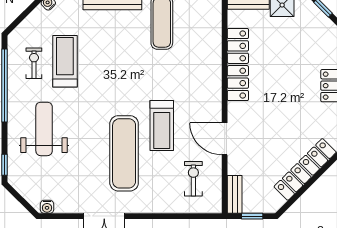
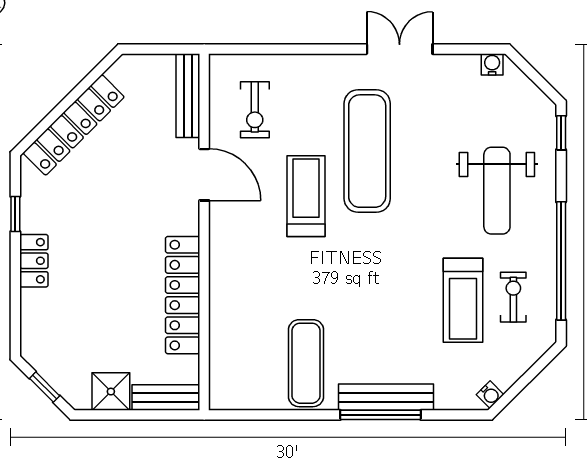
exercise bike: (34, 63) -> (513, 297), turned 180
bench: (235, 194) -> (188, 96), width x1.36
window: (252, 216) -> (159, 49), removed

